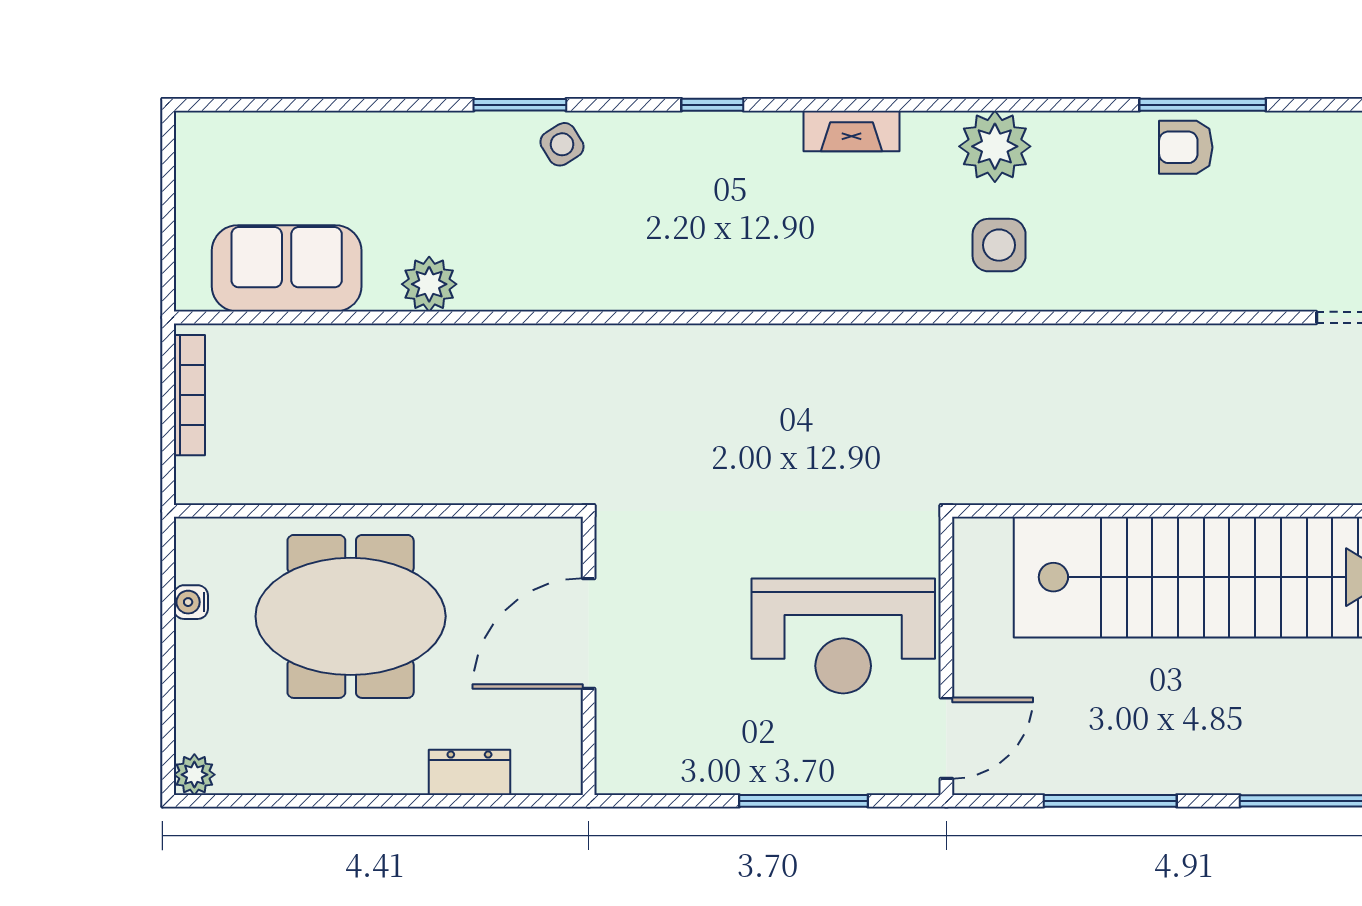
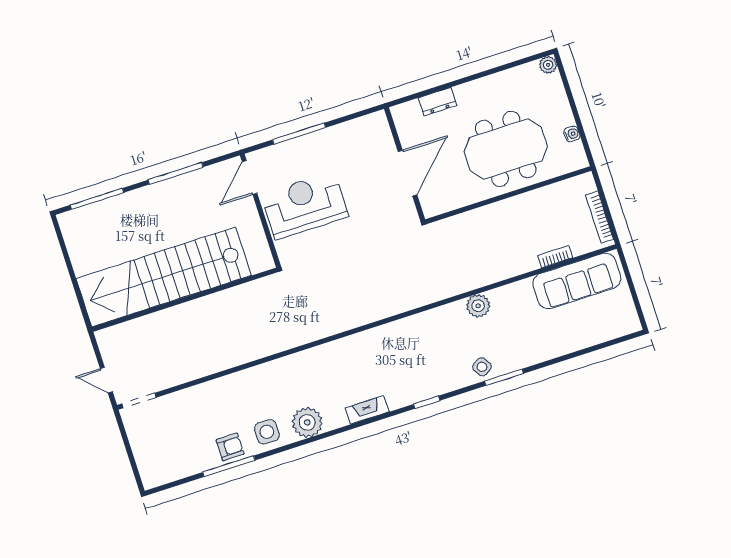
side table: (999, 245) -> (267, 432), moved
sofa: (287, 268) -> (577, 281), width x1.36
plant: (429, 284) -> (478, 306), moved
bookcase: (318, 339) -> (555, 257), added

